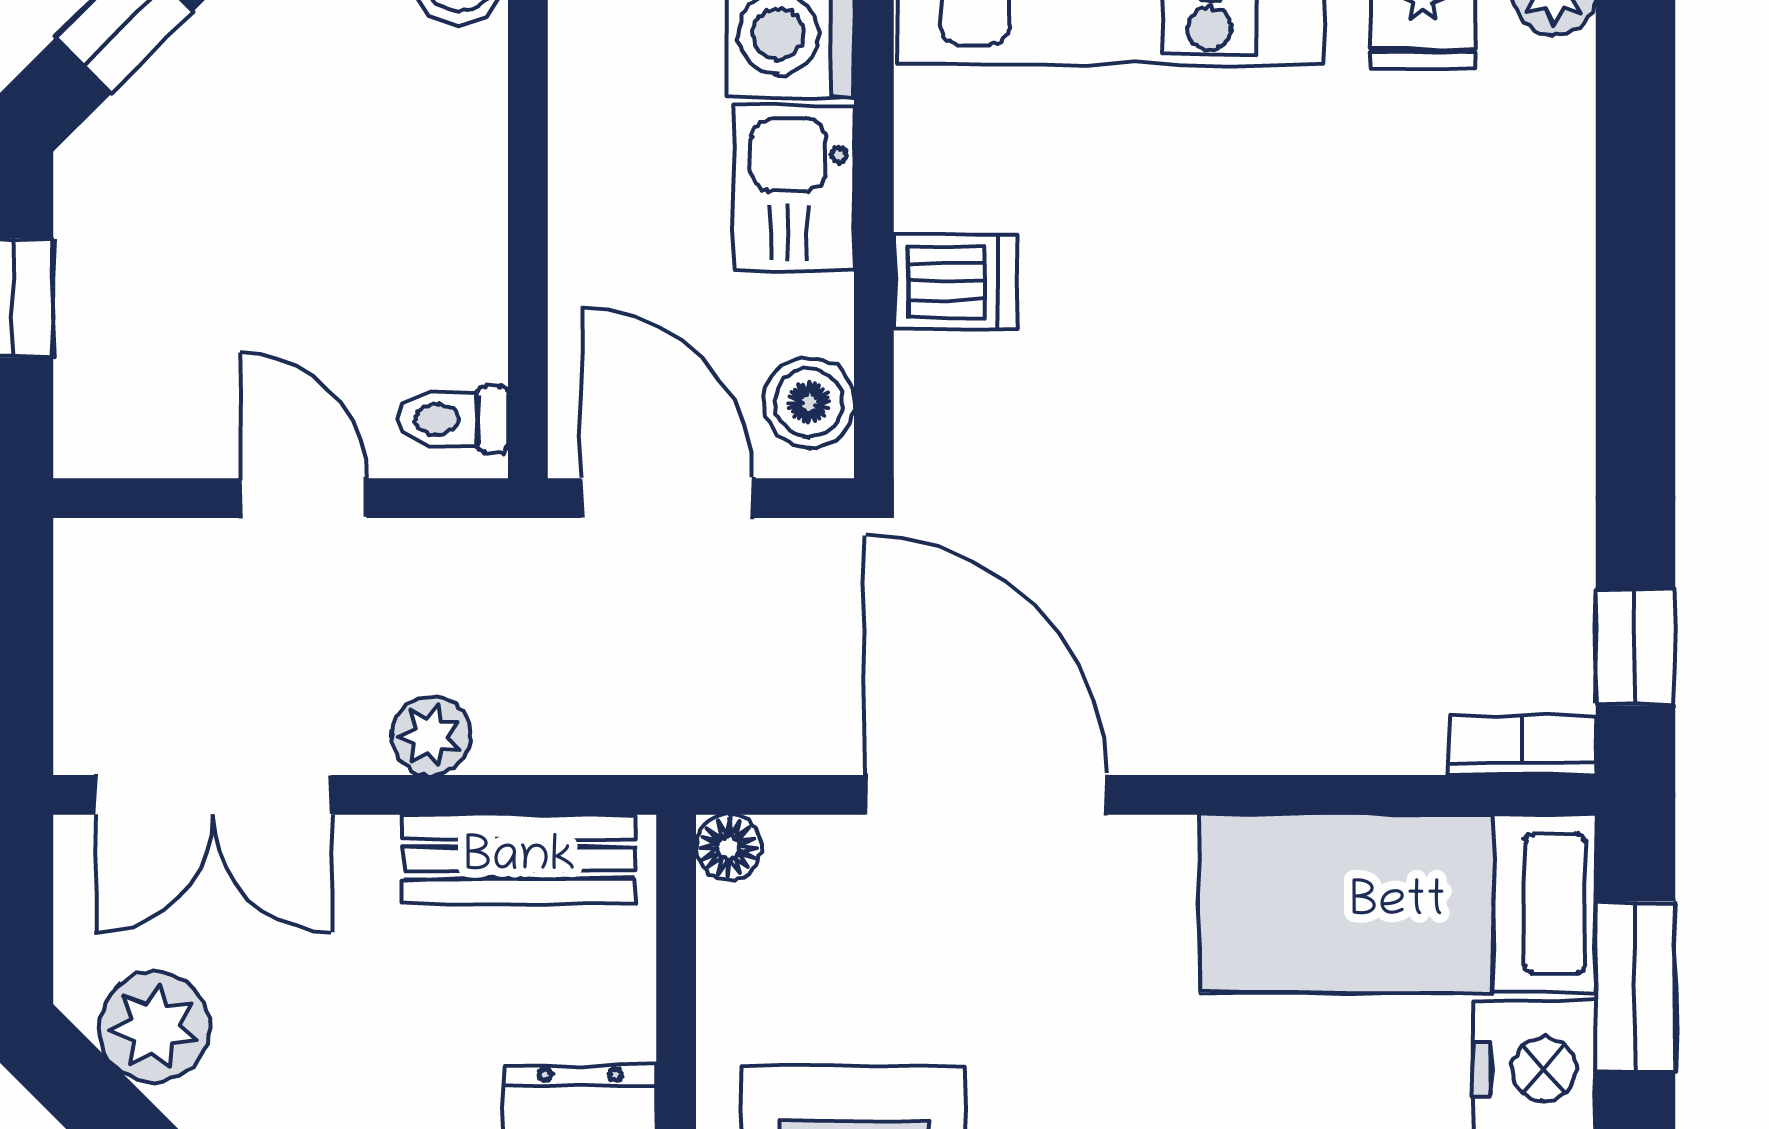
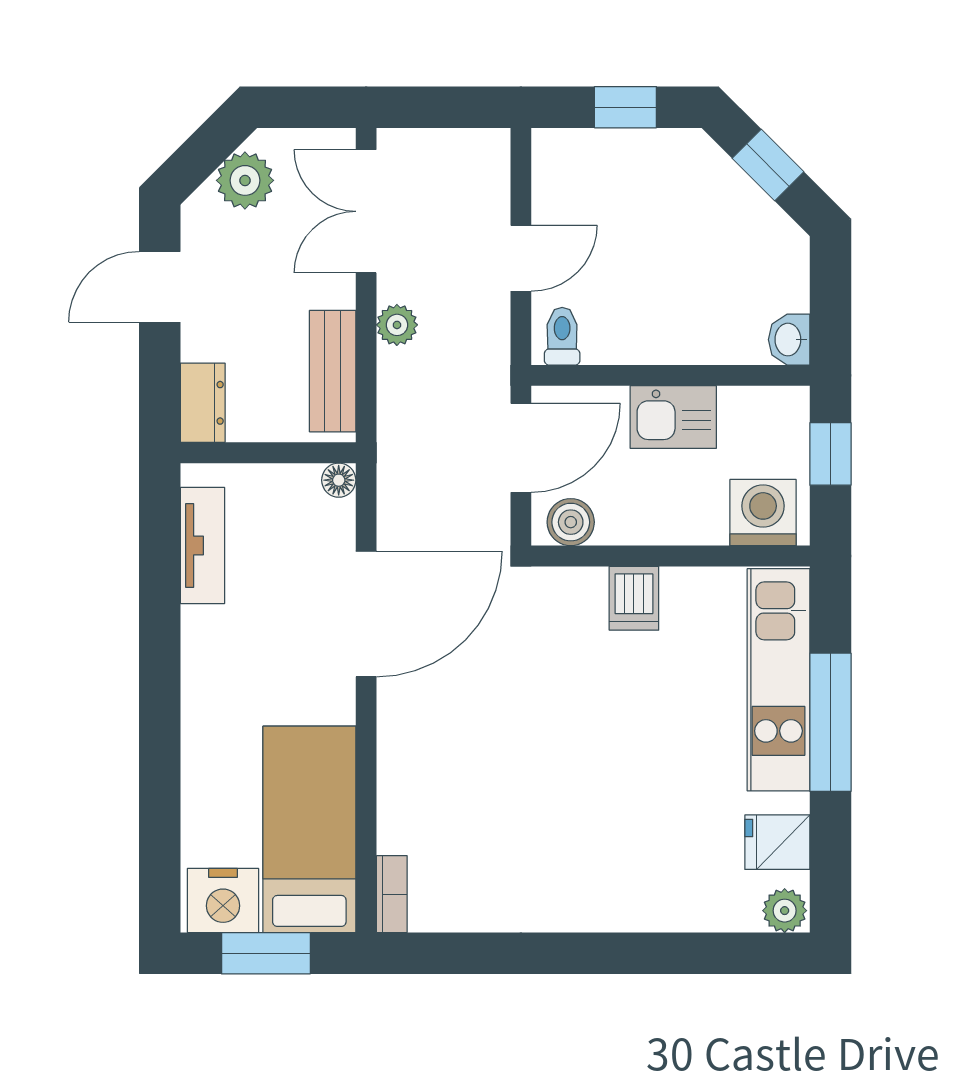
kitchen sink: (794, 188) -> (673, 417), moved, turned 180
window: (1636, 647) -> (443, 953), removed

